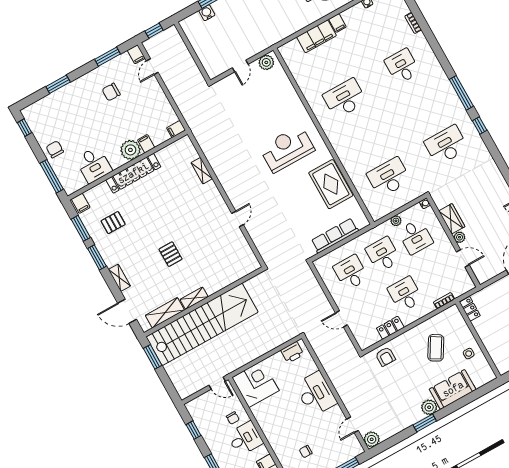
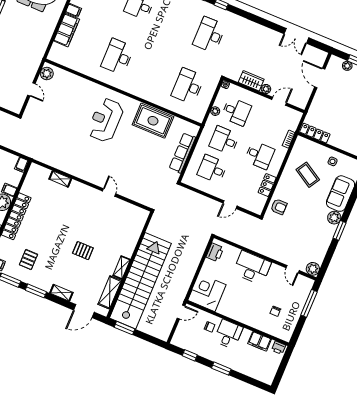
desk: (405, 294) -> (260, 155), turned 180
locker: (470, 309) -> (315, 133), width x1.53

